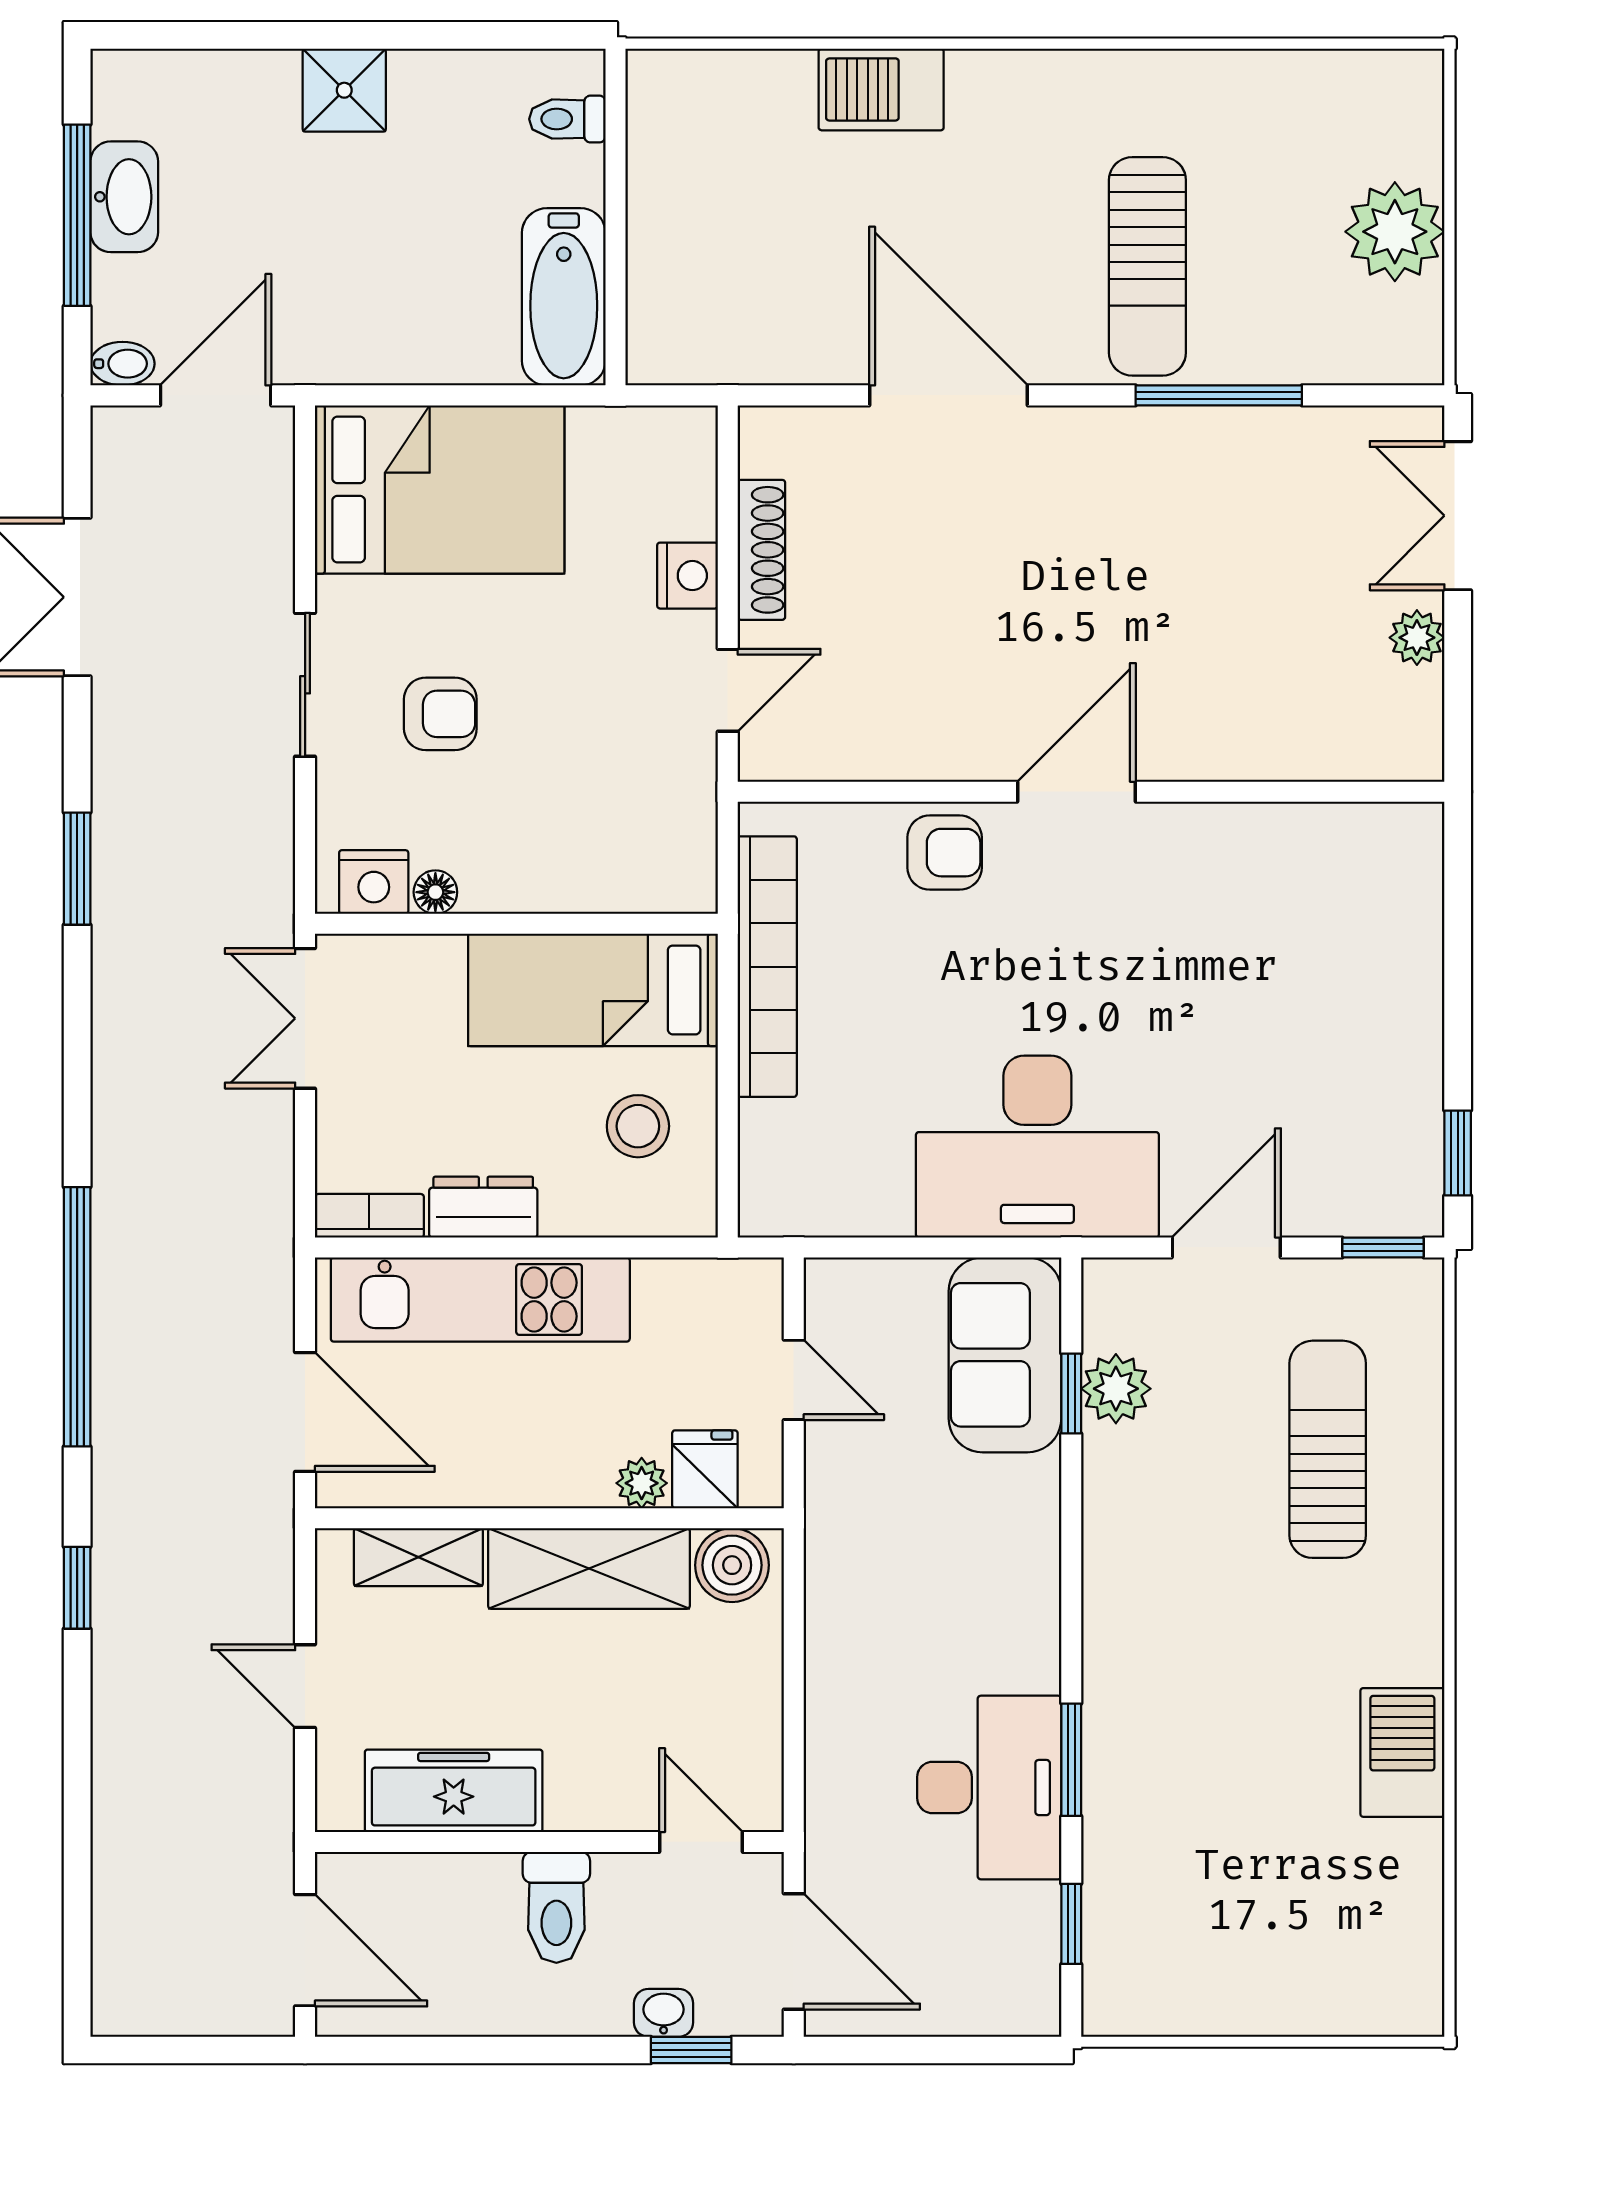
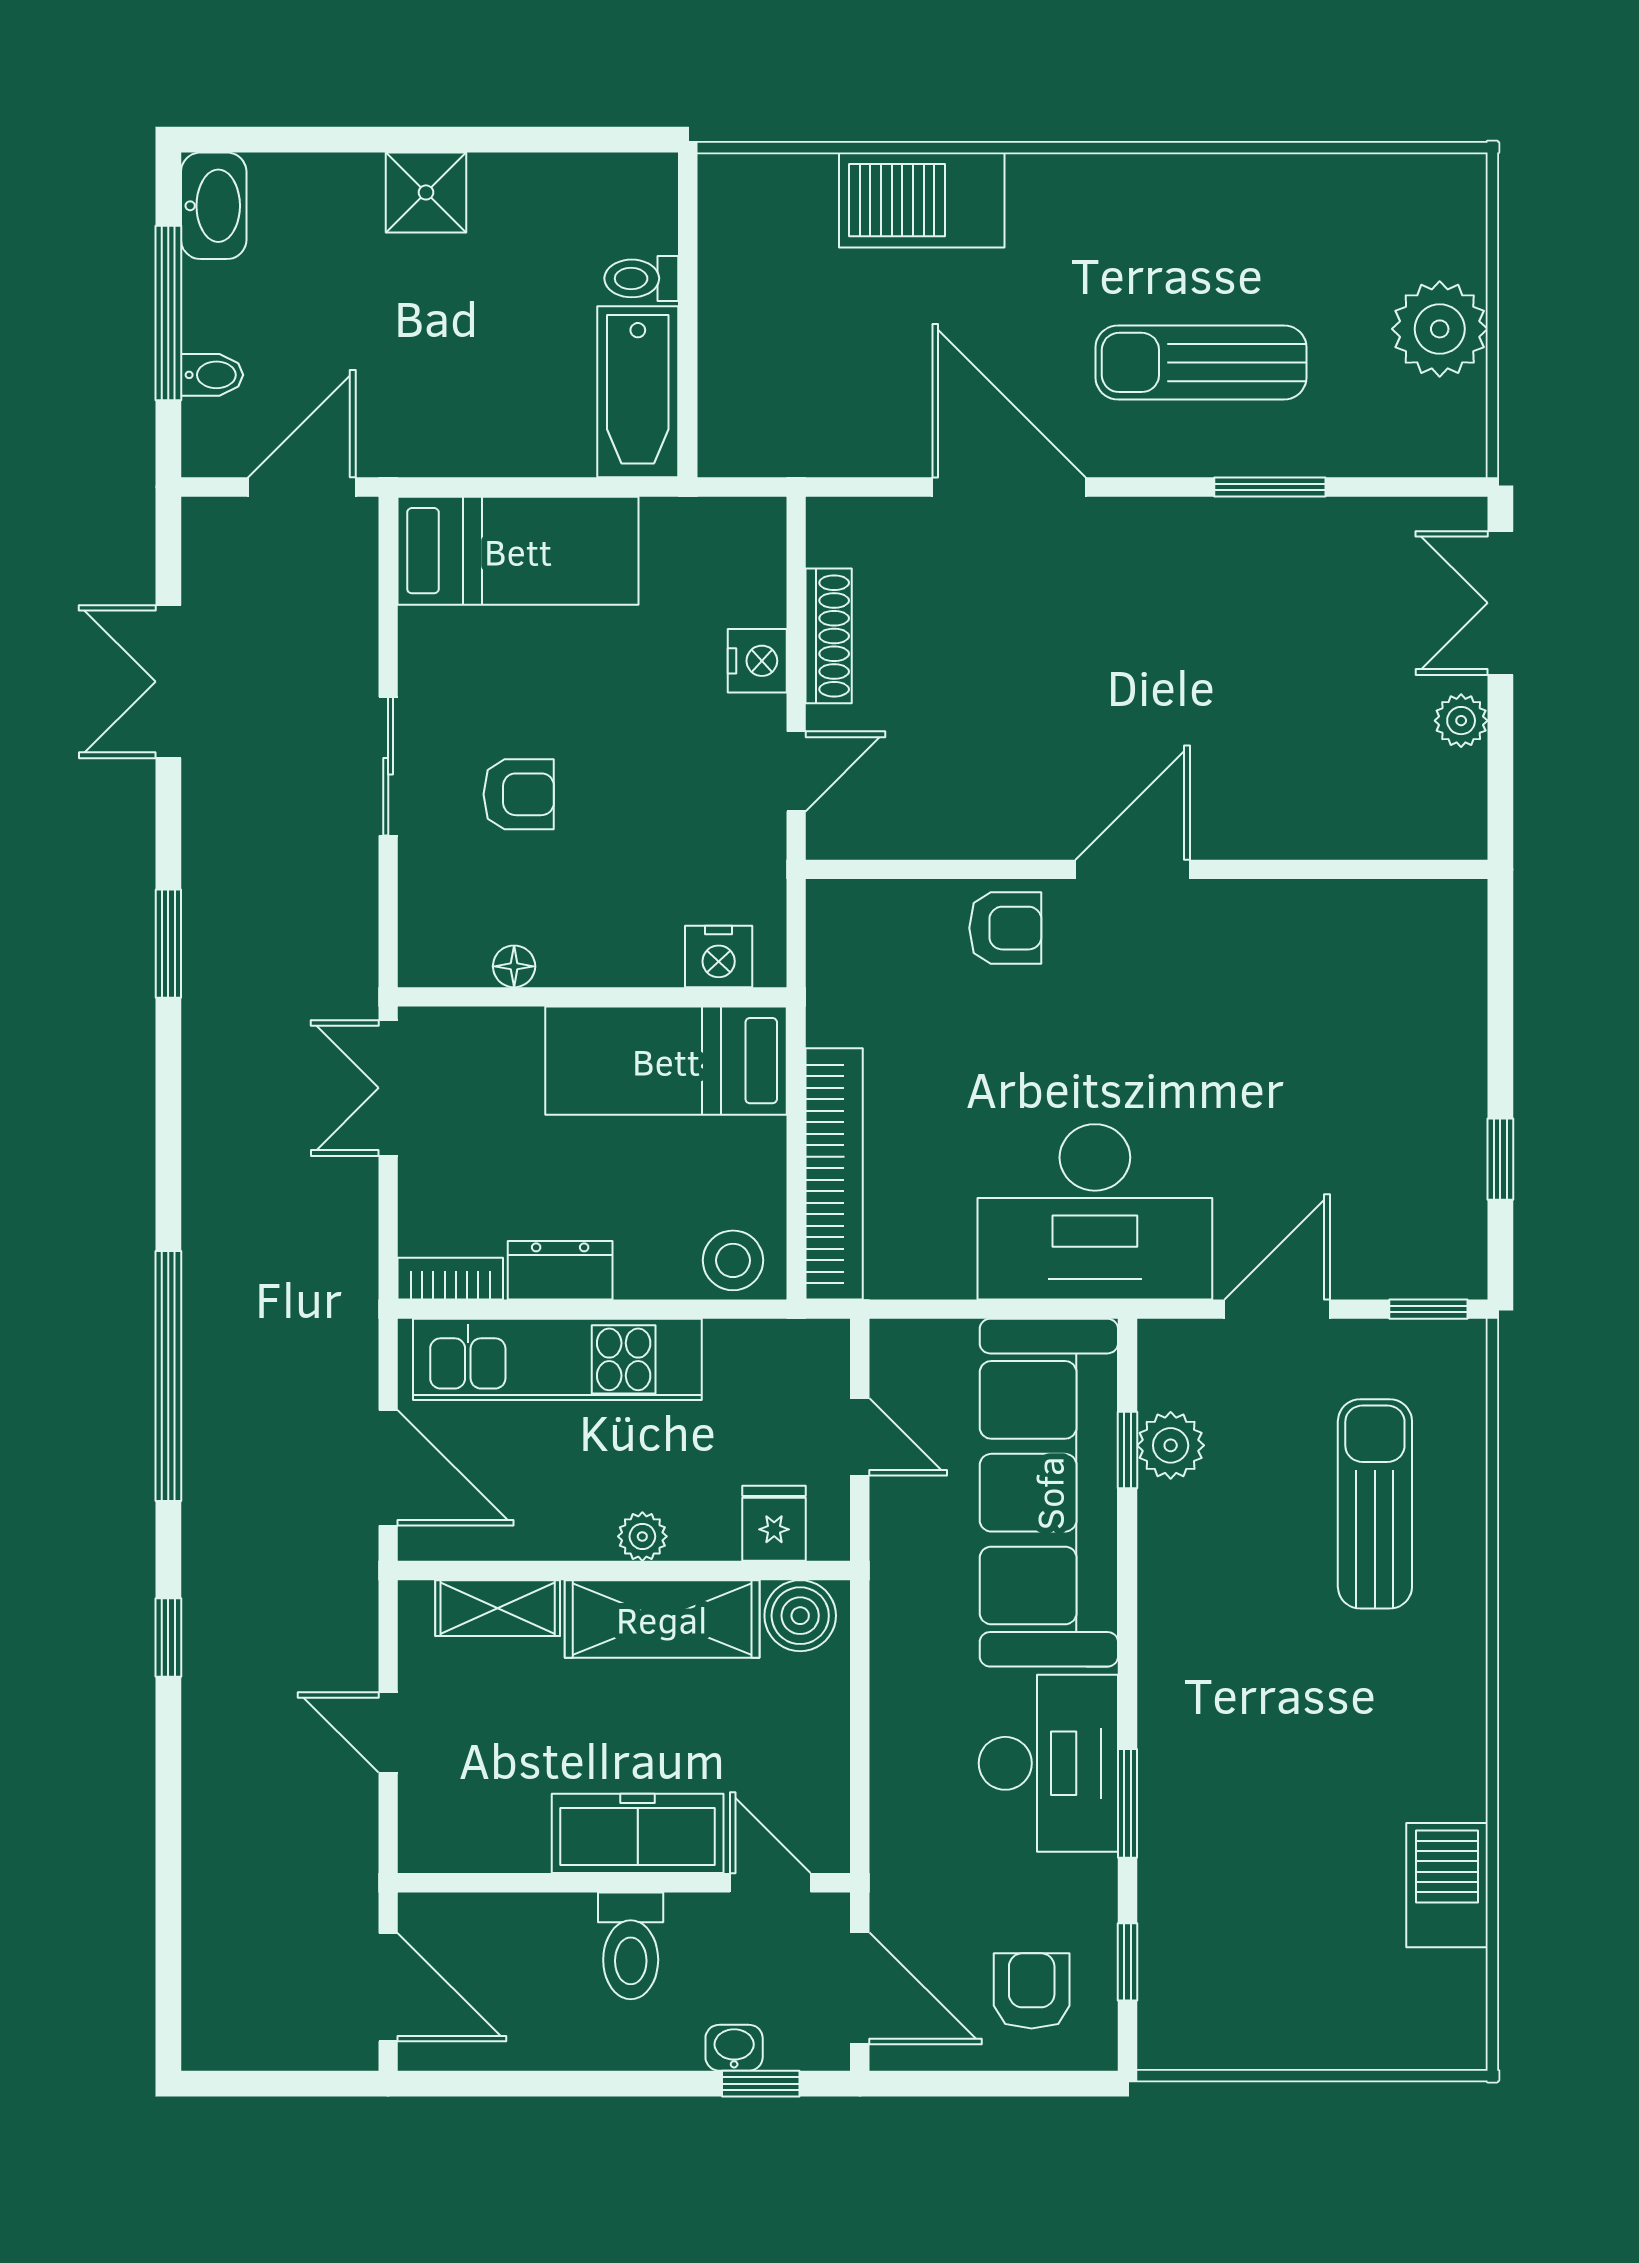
barbecue: (881, 89) -> (922, 200), width x1.37, depth x1.21
toilet: (567, 119) -> (641, 278), moved
washbasin: (124, 197) -> (214, 206), moved
sun lounger: (1147, 266) -> (1201, 362), turned 90
bidet: (123, 364) -> (212, 375), moved
window: (1219, 395) -> (1270, 487), width x0.69
bed: (440, 490) -> (518, 551), width x0.67
nightstand: (374, 882) -> (719, 957), moved
bookcase: (767, 967) -> (834, 1174), moved
stool: (638, 1126) -> (733, 1260), moved
window: (1458, 1153) -> (1500, 1159), moved
sofa: (1005, 1355) -> (1049, 1493), width x1.85, depth x1.27
plant: (642, 1483) -> (642, 1536), moved
barbecue: (1402, 1752) -> (1447, 1885), moved
desk: (989, 1788) -> (1048, 1763), moved
freezer: (454, 1791) -> (638, 1833), moved
armchair: (972, 1954) -> (1032, 1991), added

